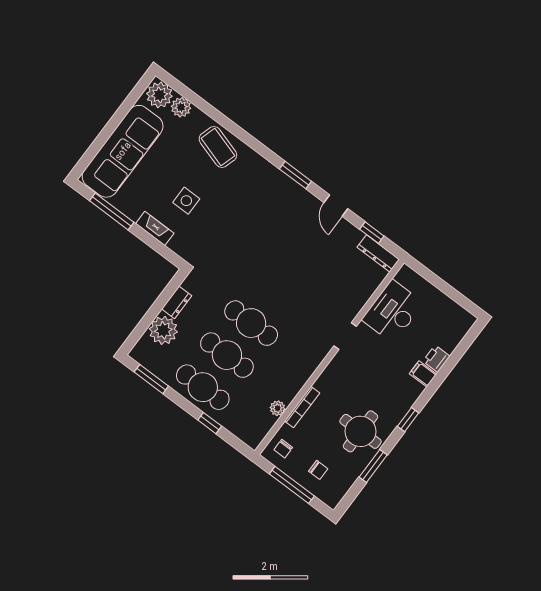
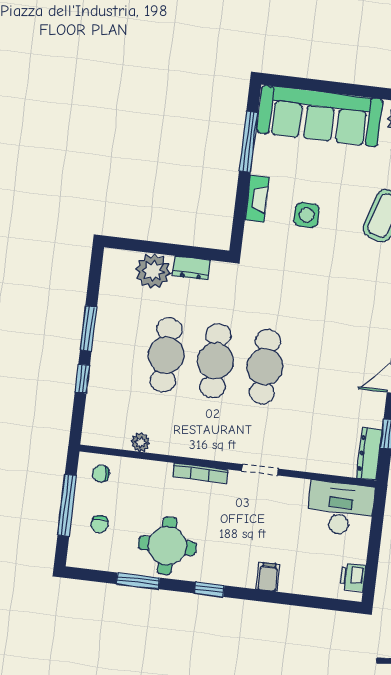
desk: (393, 311) -> (340, 509), moved
printer: (436, 359) -> (353, 577), moved, turned -90
window: (151, 379) -> (88, 328), moved
cafe table: (203, 387) -> (265, 367), moved
bookcase: (302, 407) -> (200, 473), moved

